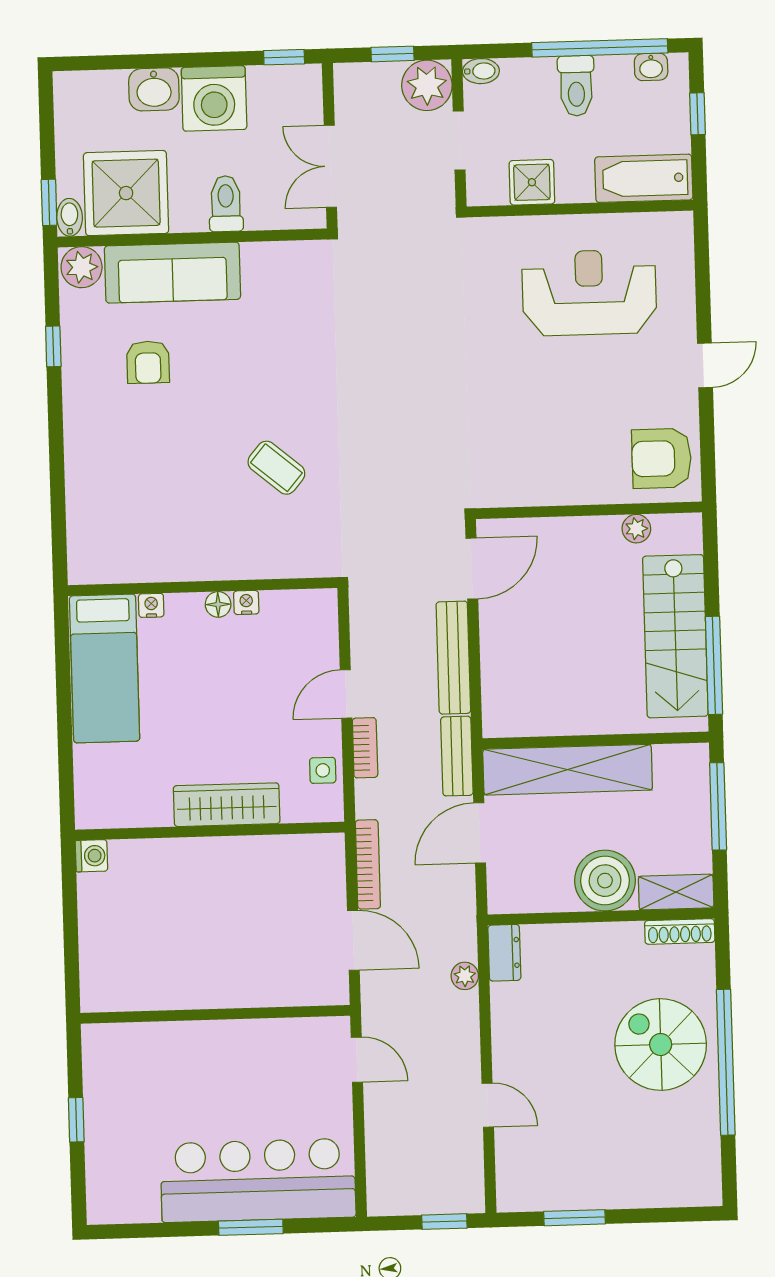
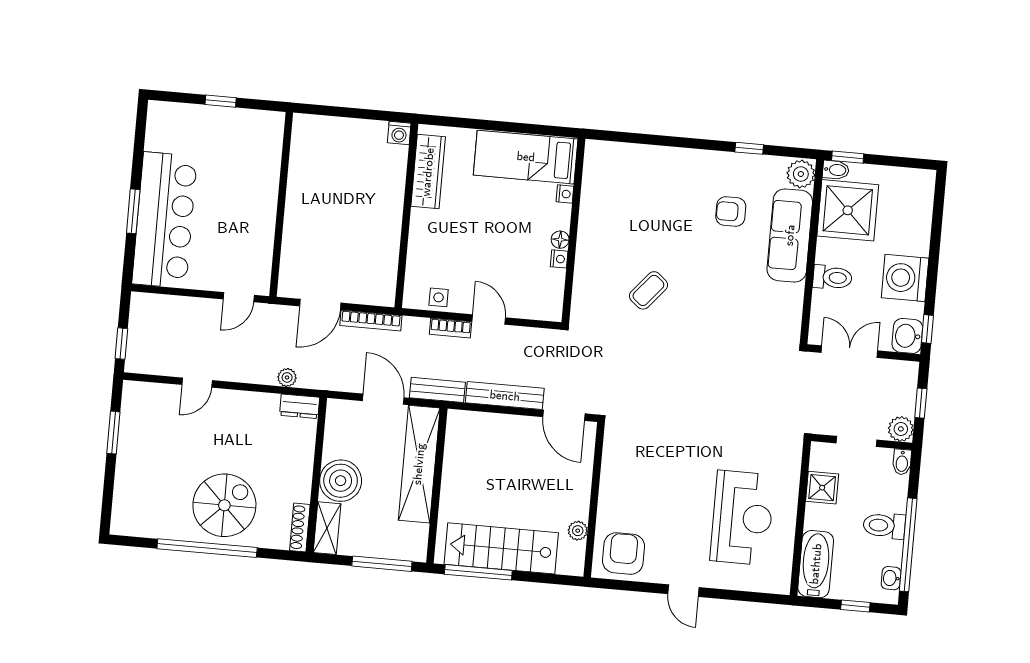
plant: (427, 85) -> (901, 429), width x0.73, depth x0.73
washbasin: (154, 89) -> (907, 336), moved
wardrobe: (227, 805) -> (428, 172), moved

